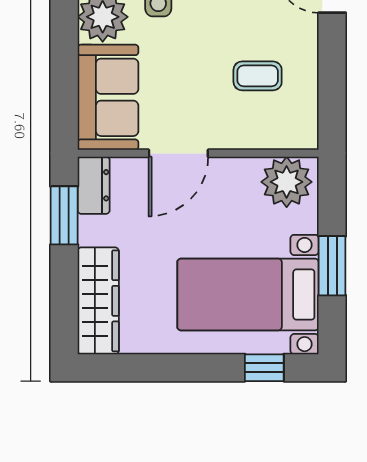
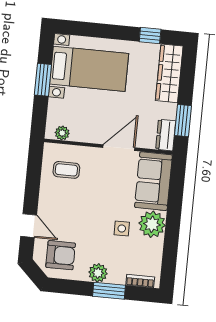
coffee table: (258, 76) -> (66, 170), moved
plant: (287, 182) -> (62, 133), width x0.53, depth x0.53
window: (264, 368) -> (150, 35), moved

